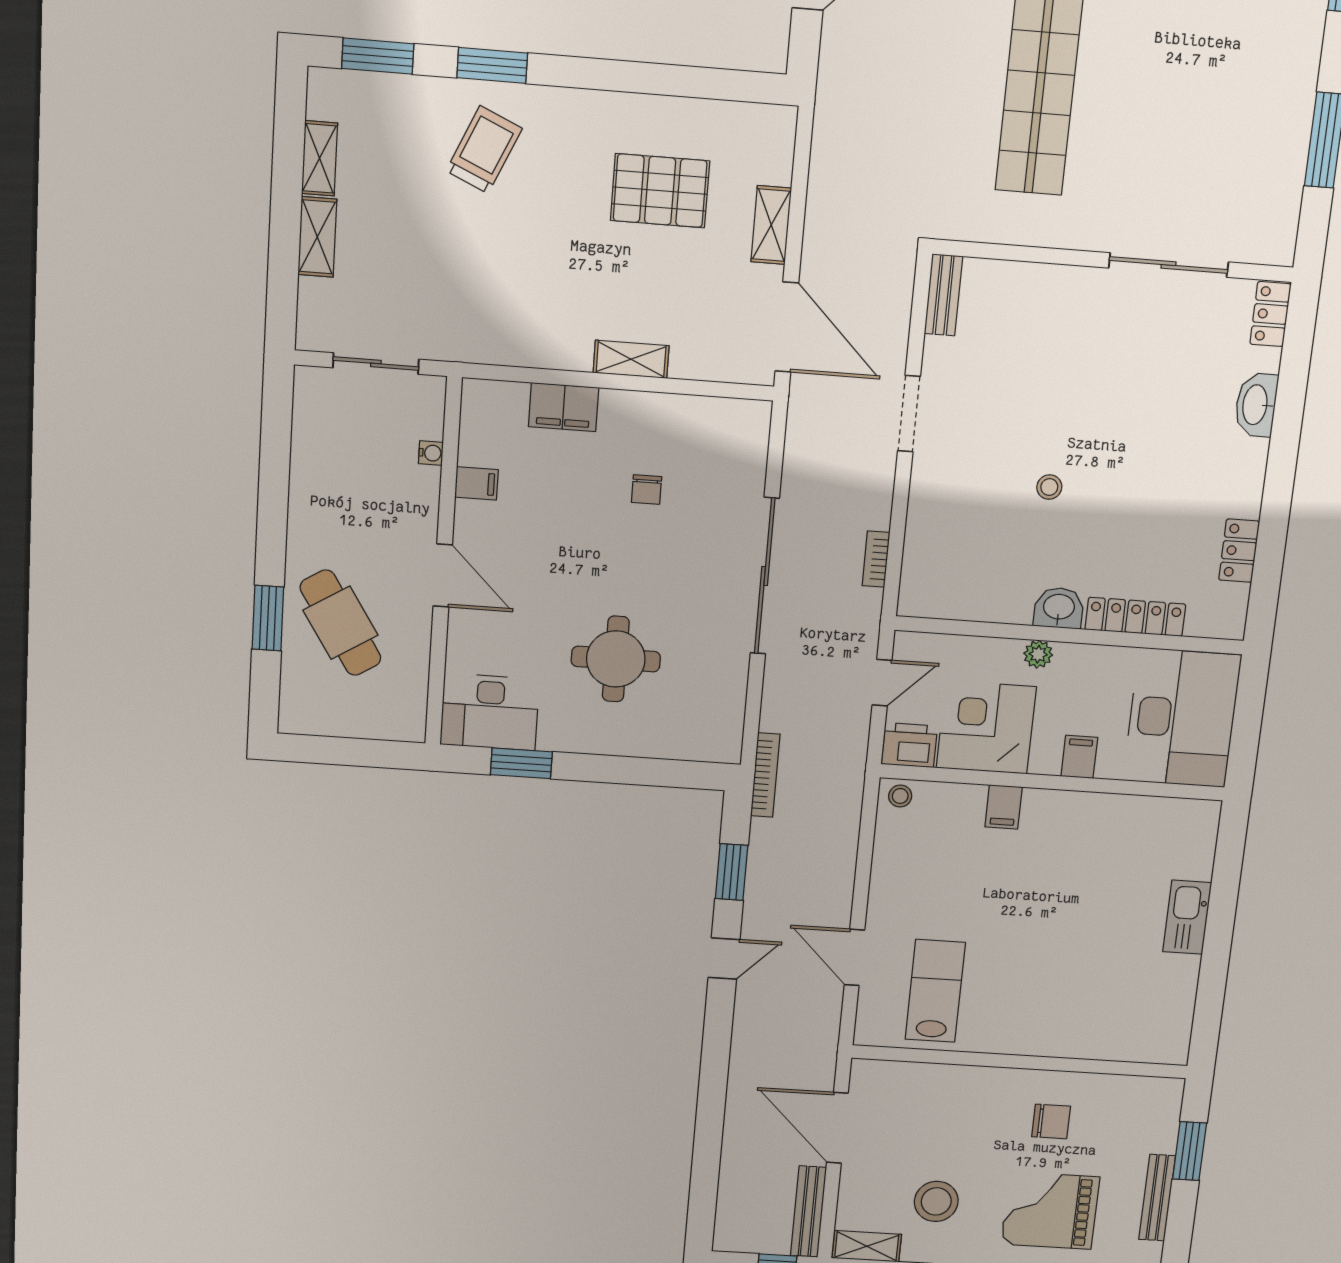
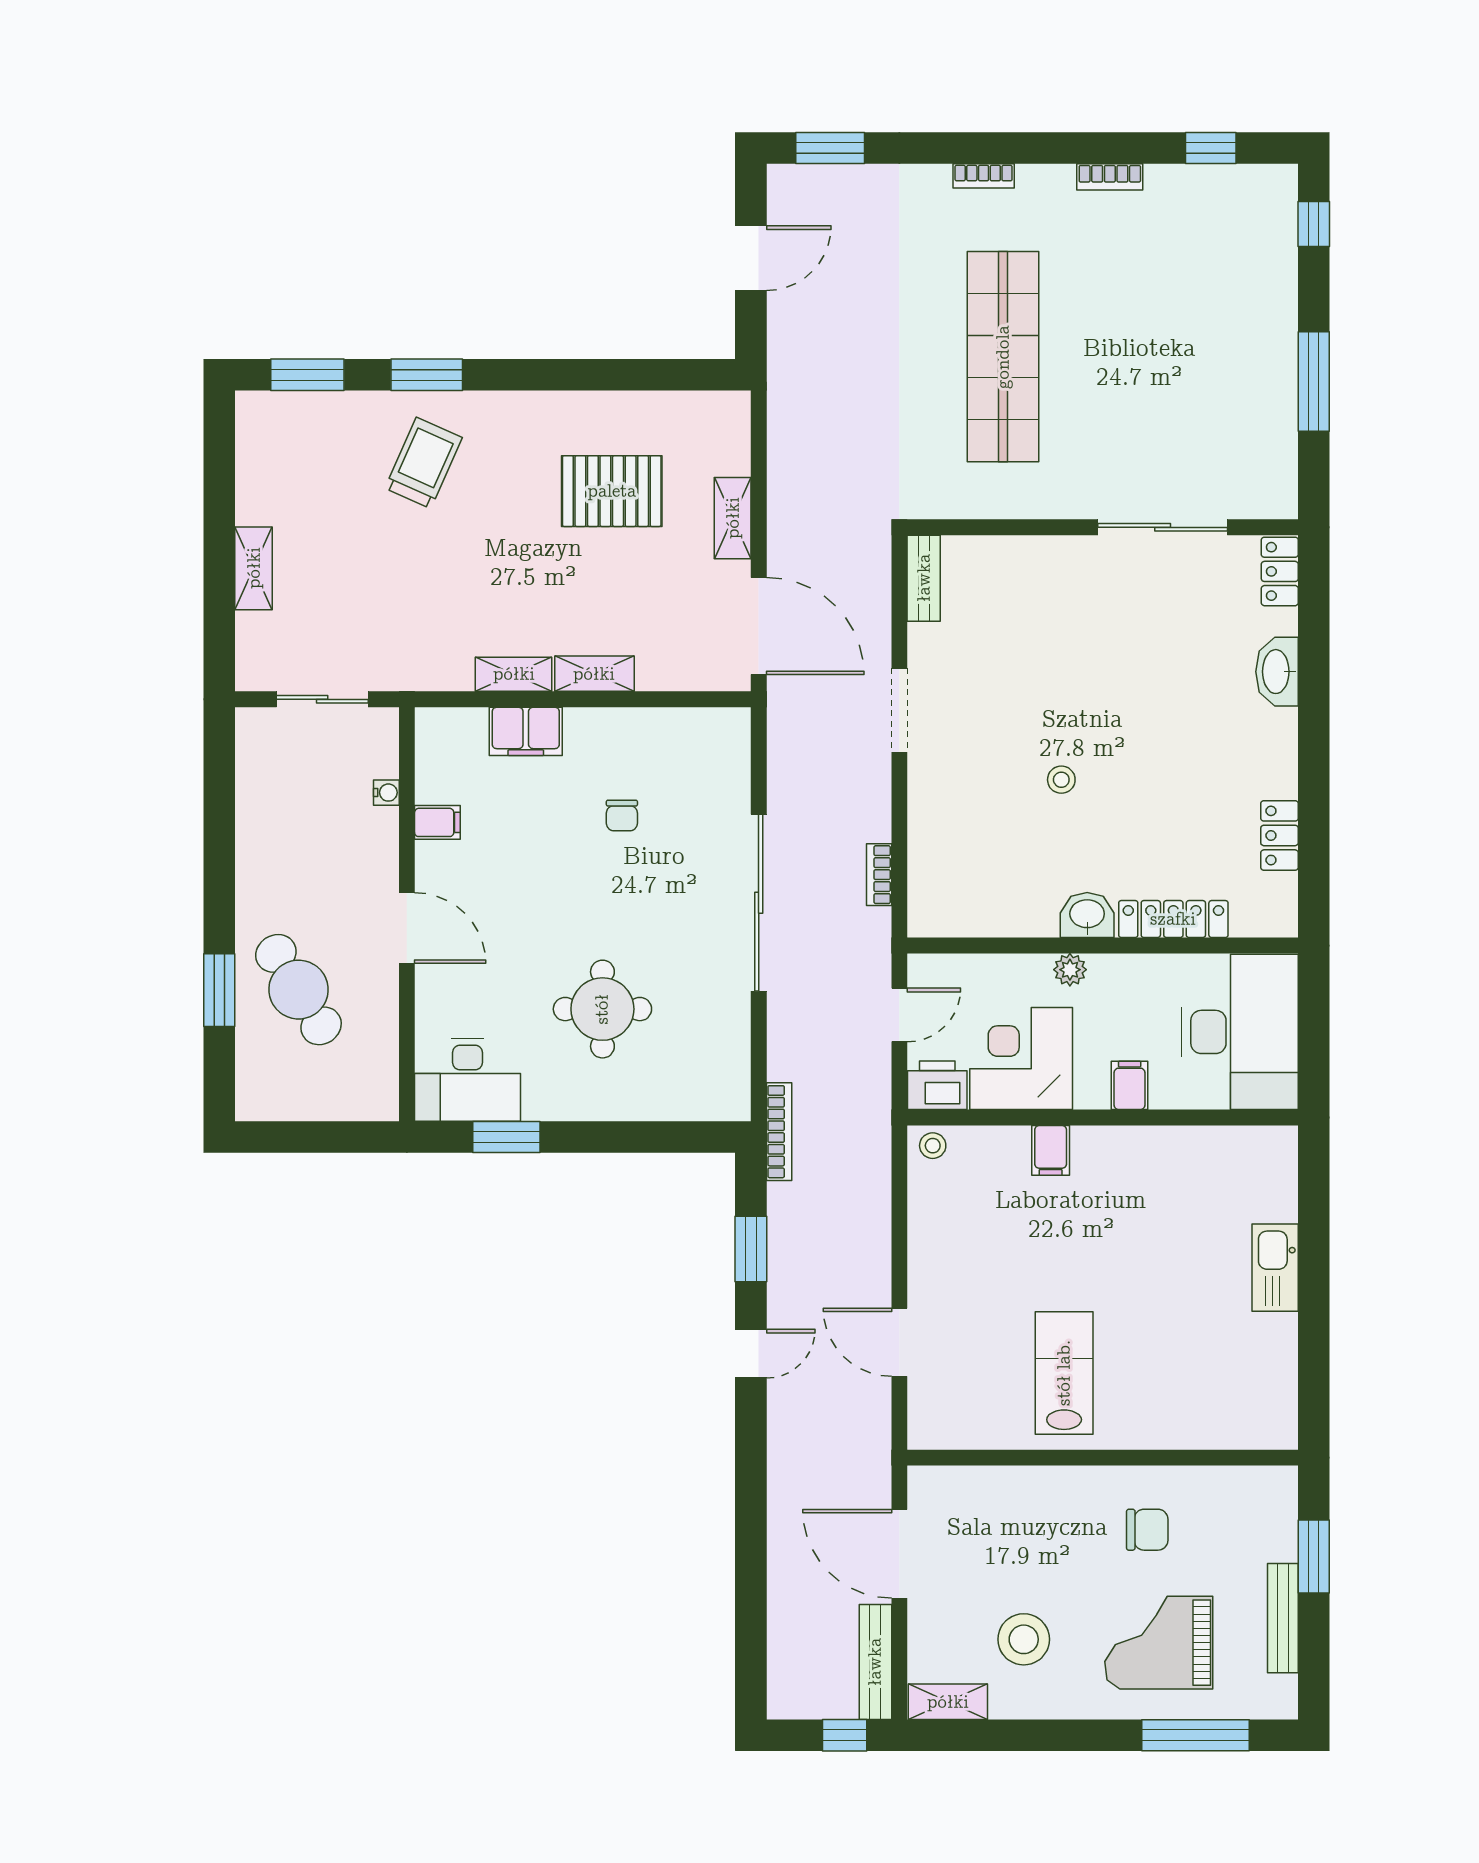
shelving: (320, 158) -> (514, 674), moved, turned 90
lab bench: (935, 991) -> (1064, 1373), moved

